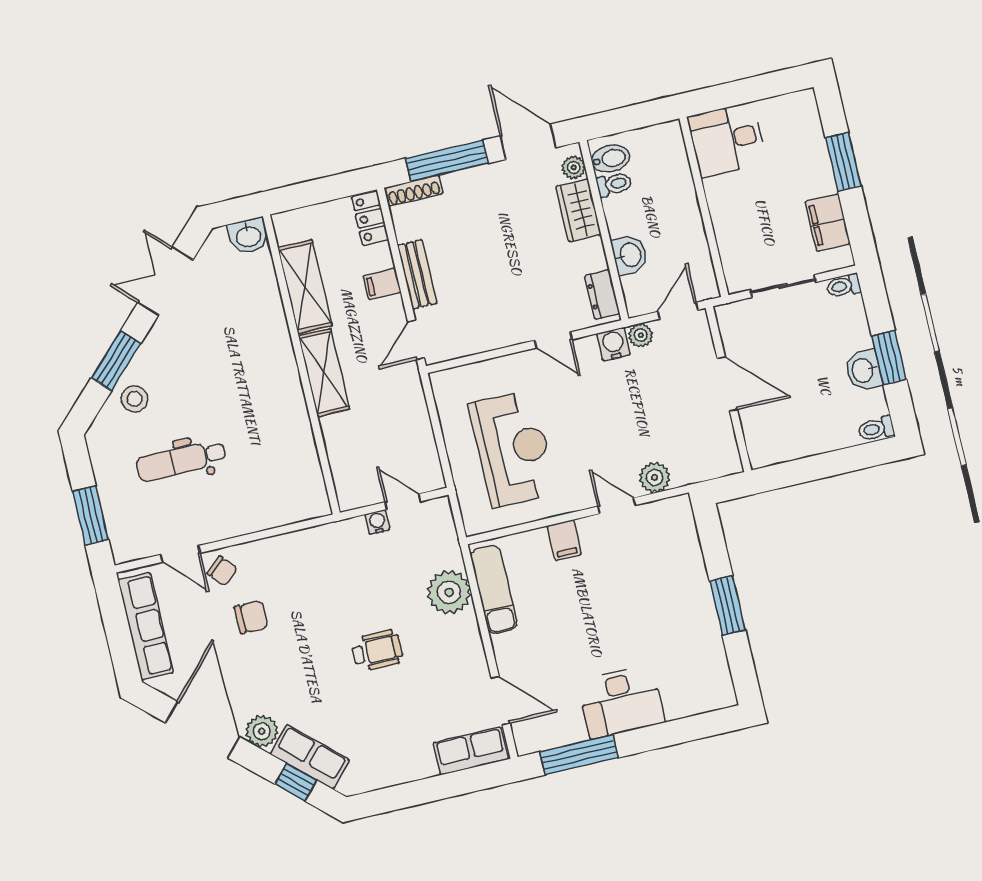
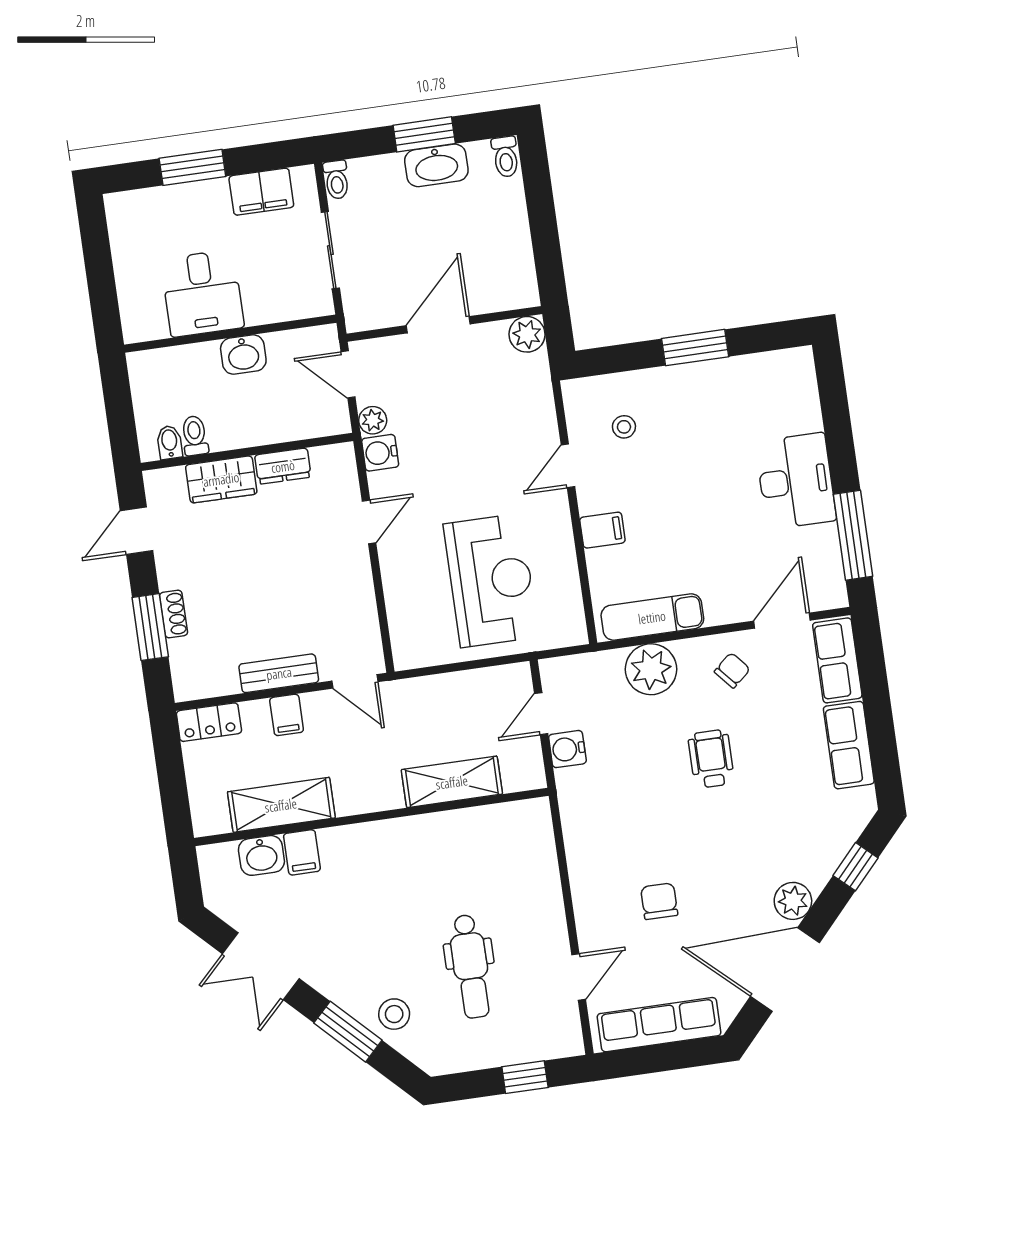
desk: (727, 140) -> (202, 293), moved
door: (528, 142) -> (137, 531), width x0.73
bidet: (610, 159) -> (170, 442), width x0.72, depth x0.74
window: (447, 161) -> (150, 627), width x0.69
plant: (574, 167) -> (171, 481), removed
shoe rack: (414, 191) -> (173, 614), moved, width x0.70
washbasin: (248, 236) -> (261, 855), moved, turned 90
washbasin: (630, 255) -> (243, 355), moved, turned 180
dresser: (602, 294) -> (283, 466), moved
filing cabinet: (266, 308) -> (302, 852), added
washbasin: (863, 370) -> (436, 165), width x1.38
shelving: (324, 373) -> (452, 782), moved
reception desk: (513, 449) -> (491, 580), turned 90
plant: (654, 477) -> (527, 334), moved
window: (91, 516) -> (525, 1077), width x0.67
water cooler: (377, 522) -> (567, 749), width x1.38, depth x1.38
stool: (654, 551) -> (624, 427), added
chair: (222, 571) -> (732, 670), moved
row of seats: (310, 757) -> (849, 745), moved, turned -43

